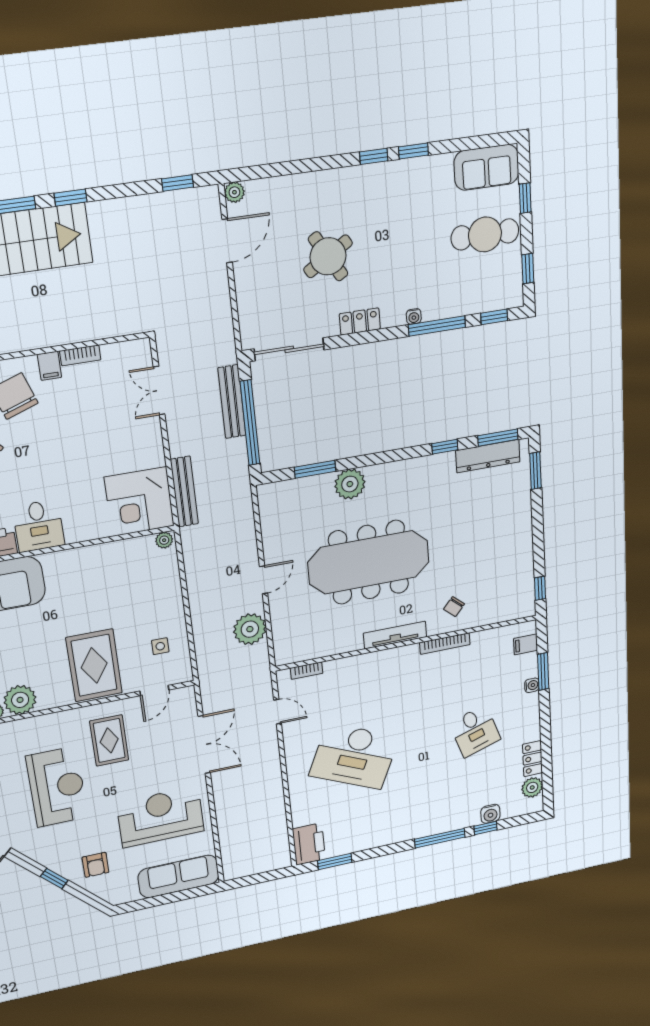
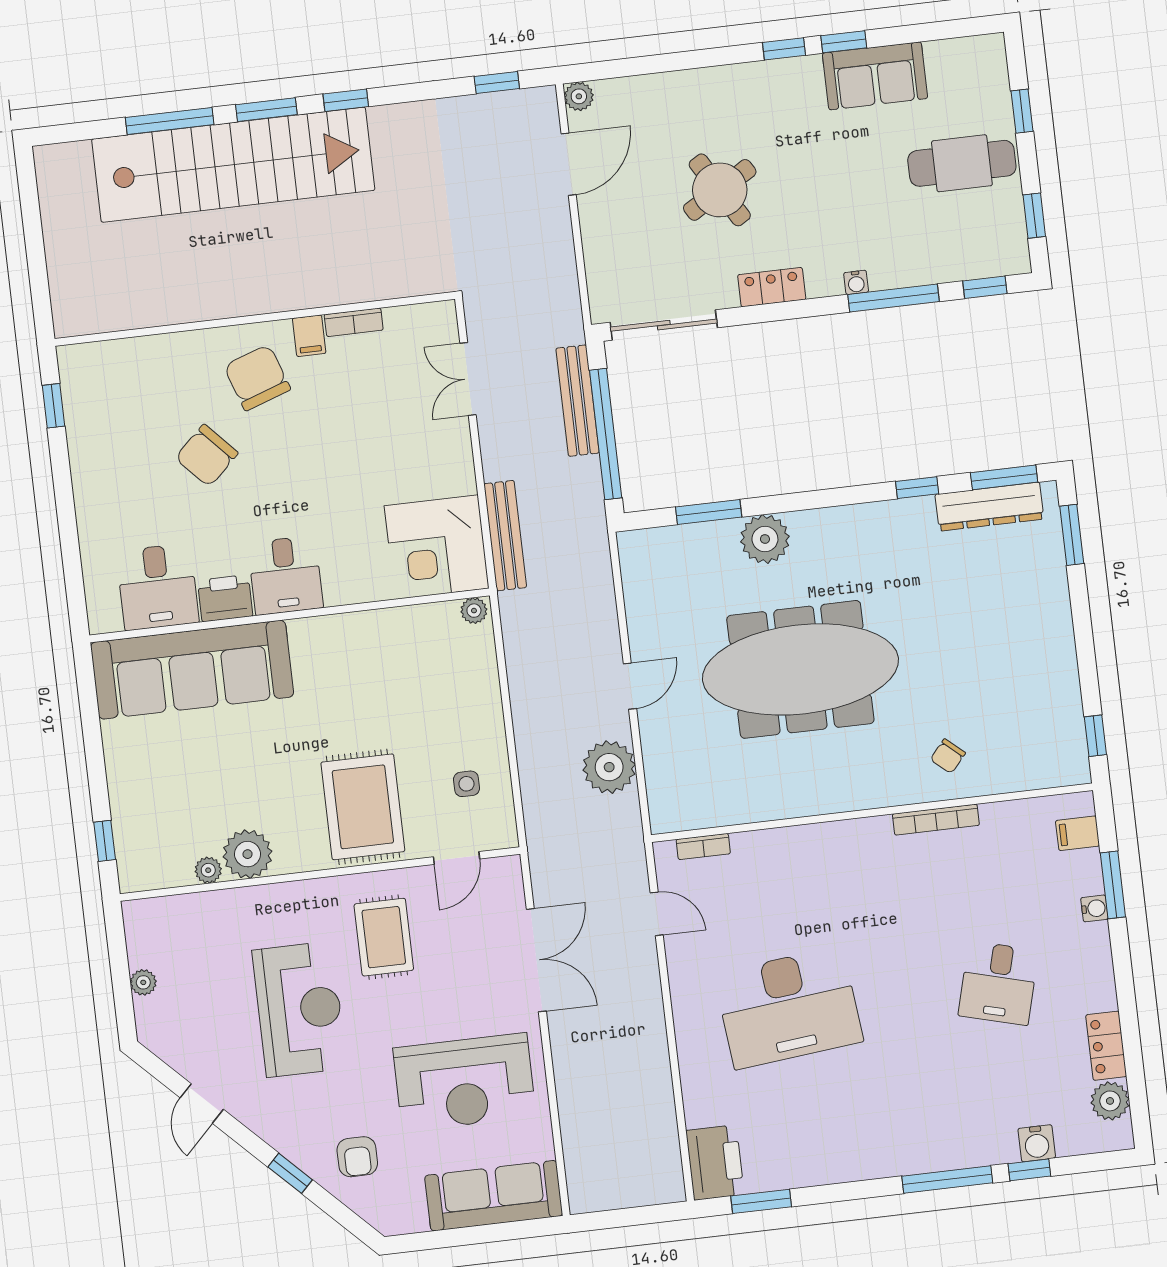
sofa: (487, 167) -> (875, 76), moved
tv unit: (395, 635) -> (850, 797), removed
desk: (475, 731) -> (998, 983), turned 33
desk: (354, 756) -> (789, 1008), turned -30
reception desk: (161, 817) -> (464, 1082), turned 180

